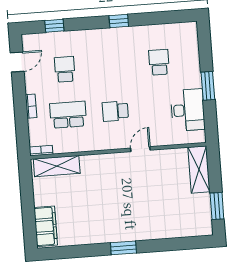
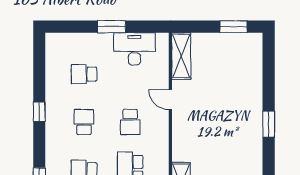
school desk: (112, 66) -> (84, 122), added
shelving: (199, 170) -> (181, 56), moved, turned 90

